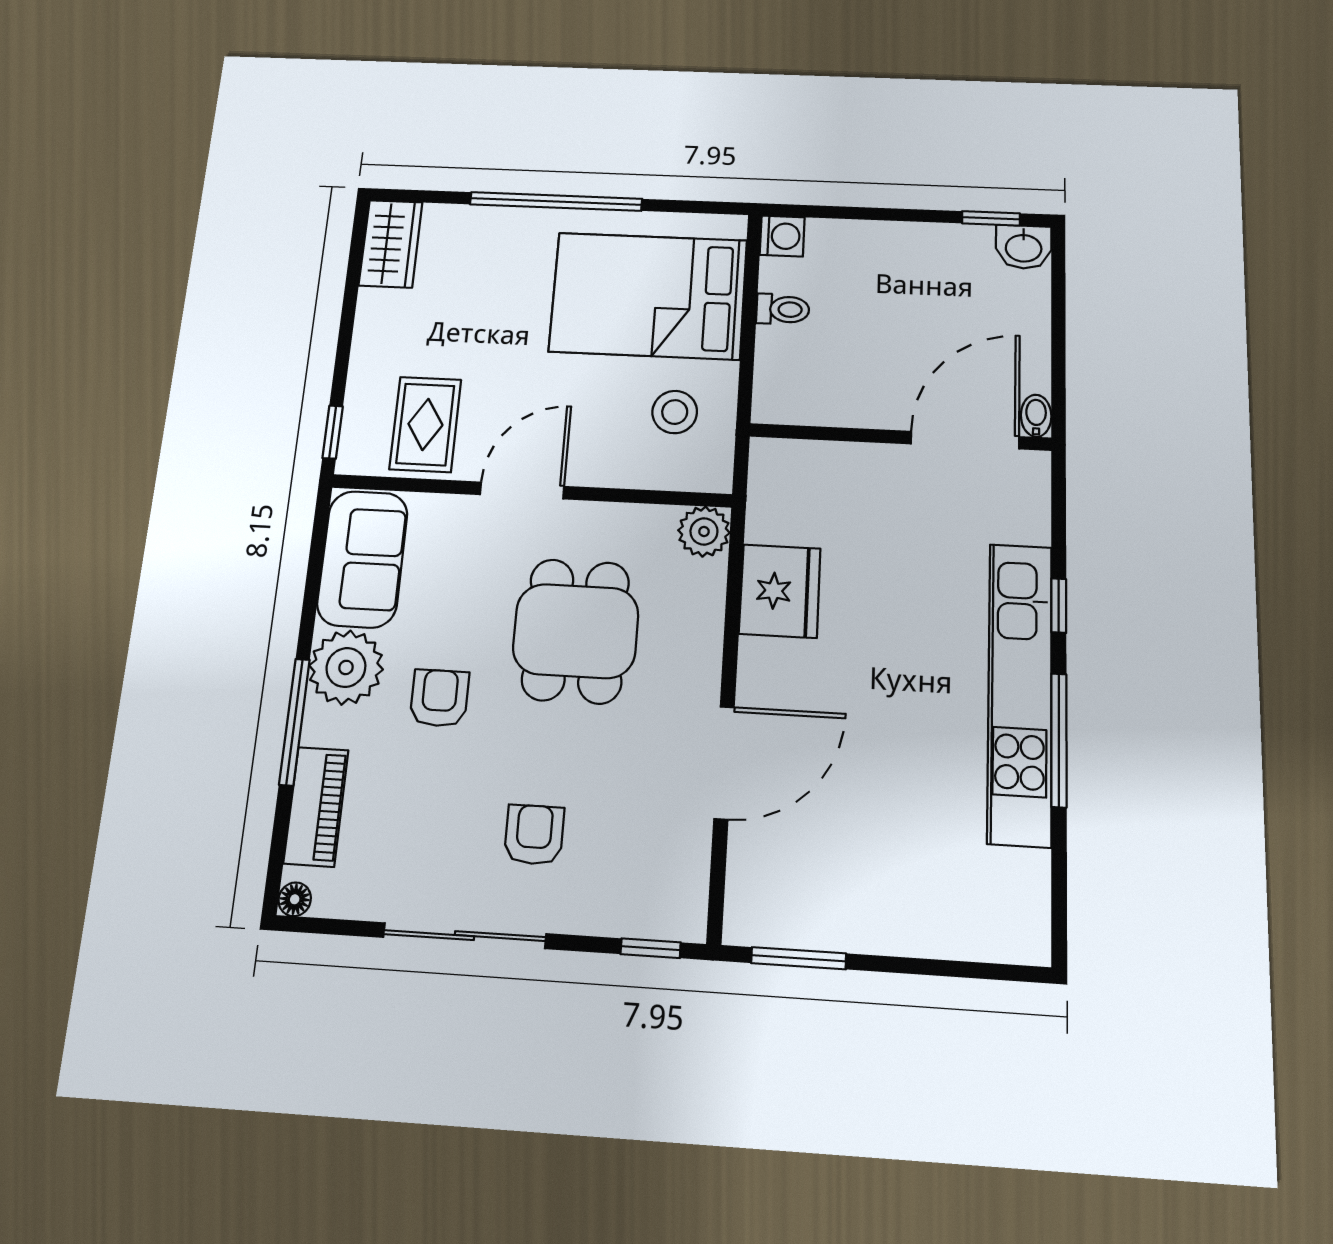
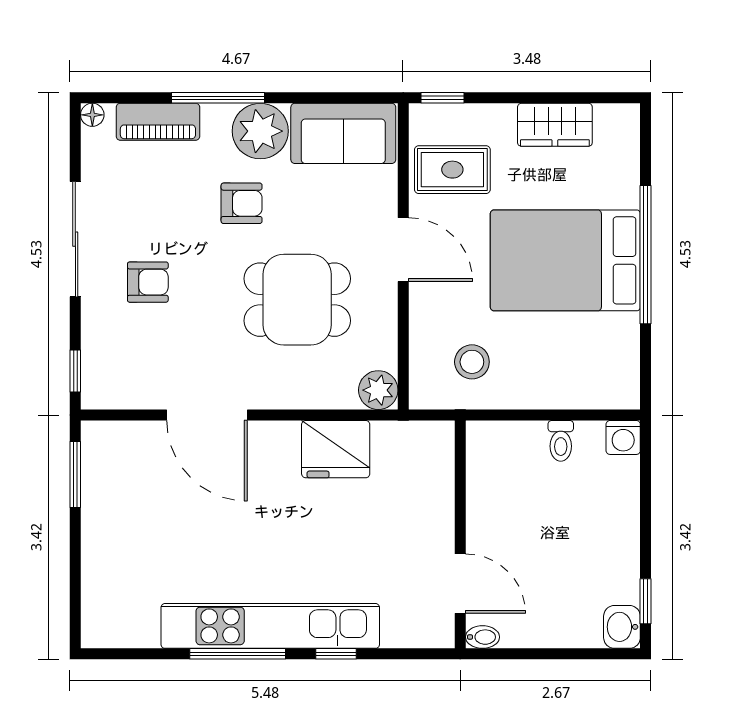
wardrobe: (391, 244) -> (555, 125), moved
bed: (648, 296) -> (565, 260), moved, turned -90
door: (965, 440) -> (460, 584), width x0.73

